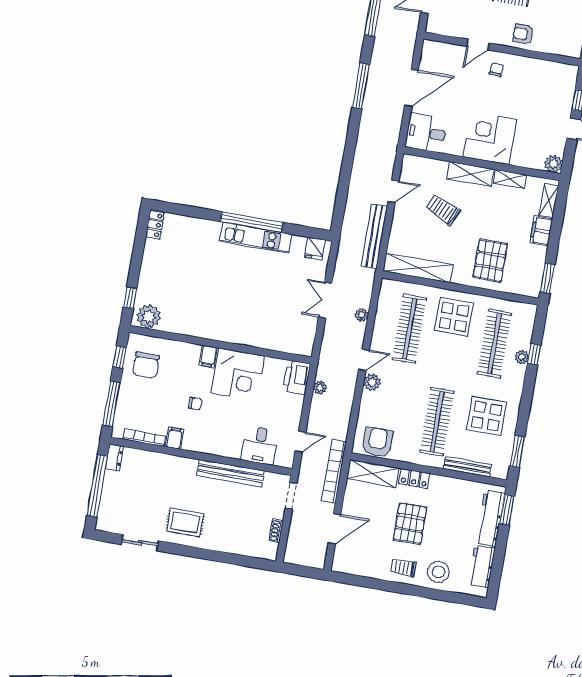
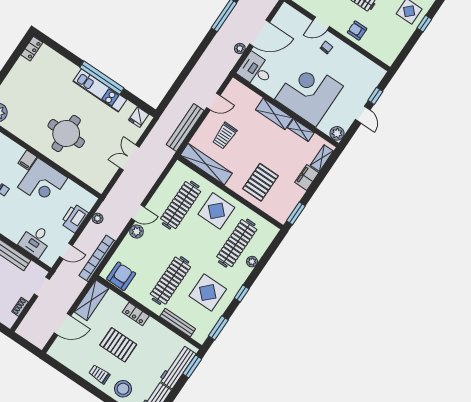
corner desk: (490, 138) -> (309, 93), width x1.36, depth x1.36
trolley: (443, 210) -> (225, 136), moved, turned -114
round table: (239, 305) -> (66, 133), added
plant: (362, 315) -> (240, 48), moved
window: (534, 354) -> (242, 294), moved
printer: (297, 377) -> (74, 218), moved
bookcase: (334, 471) -> (97, 258), moved
shelving: (373, 473) -> (91, 300), moved, turned 90
pallet: (410, 523) -> (118, 345), turned 90

